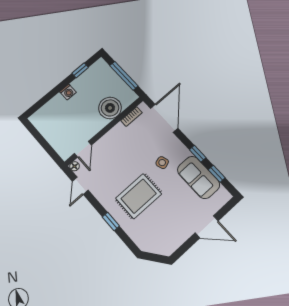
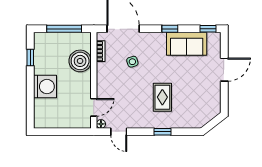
washing machine: (68, 92) -> (45, 87), width x1.89, depth x1.89
door: (83, 149) -> (94, 107), hinge flipped
side table: (162, 163) -> (132, 62), moved
window: (217, 174) -> (208, 29), moved
rug: (139, 196) -> (162, 97), width x0.73, depth x0.70

